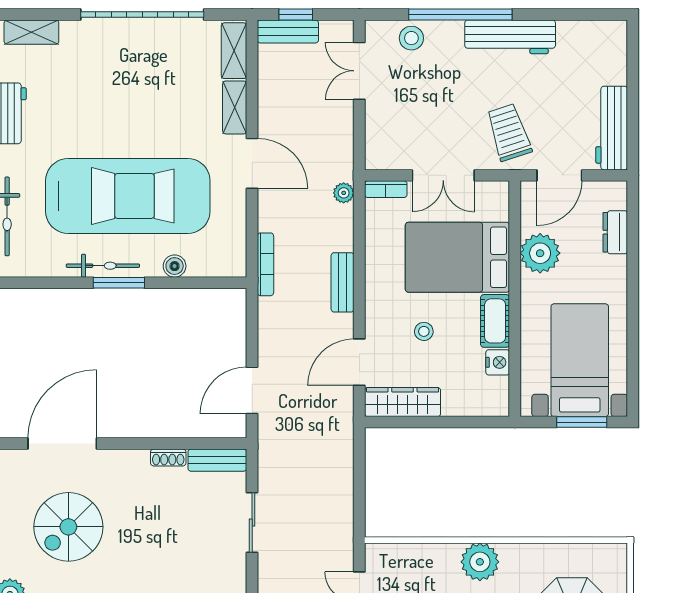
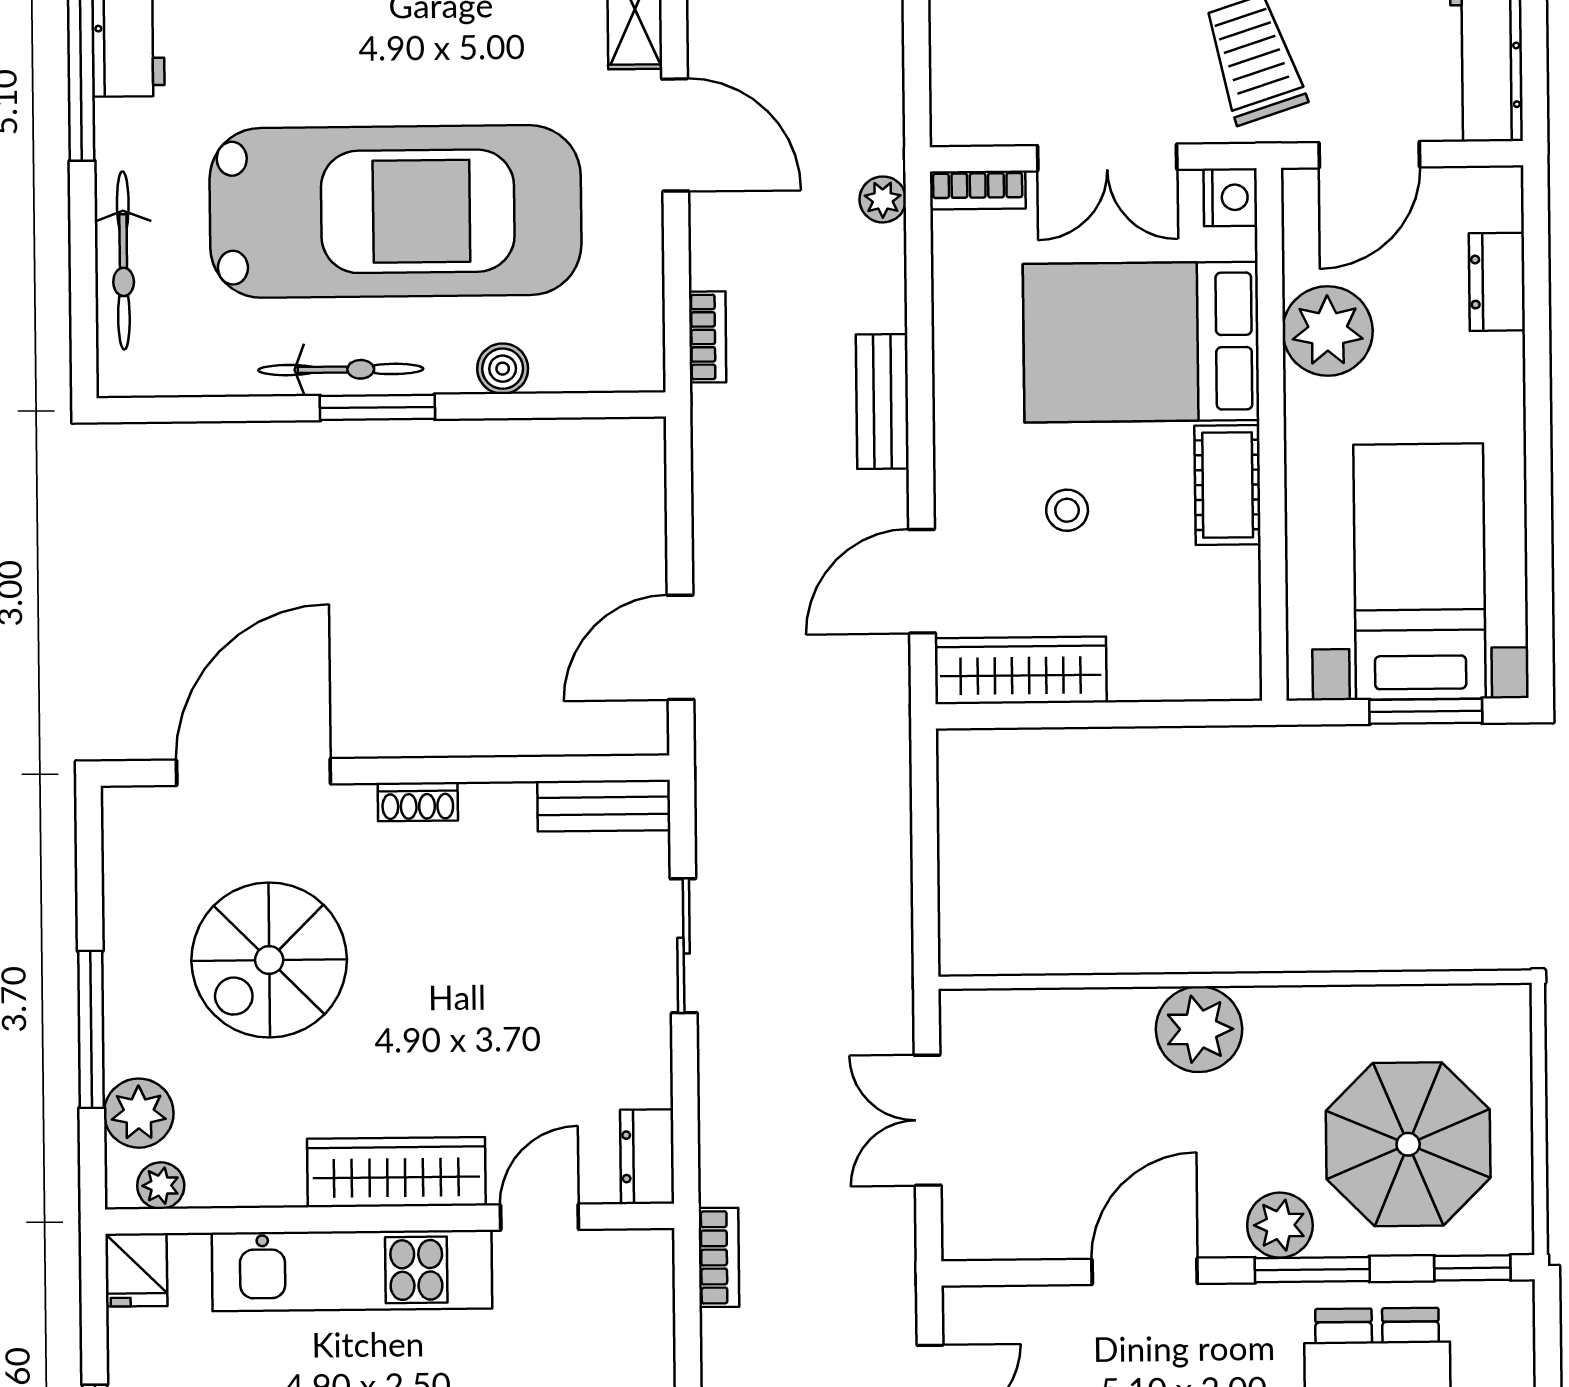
bookcase: (265, 264) -> (708, 337), width x0.64
nightstand: (498, 362) -> (1230, 197), moved
shoe rack: (168, 457) -> (418, 802), moved

